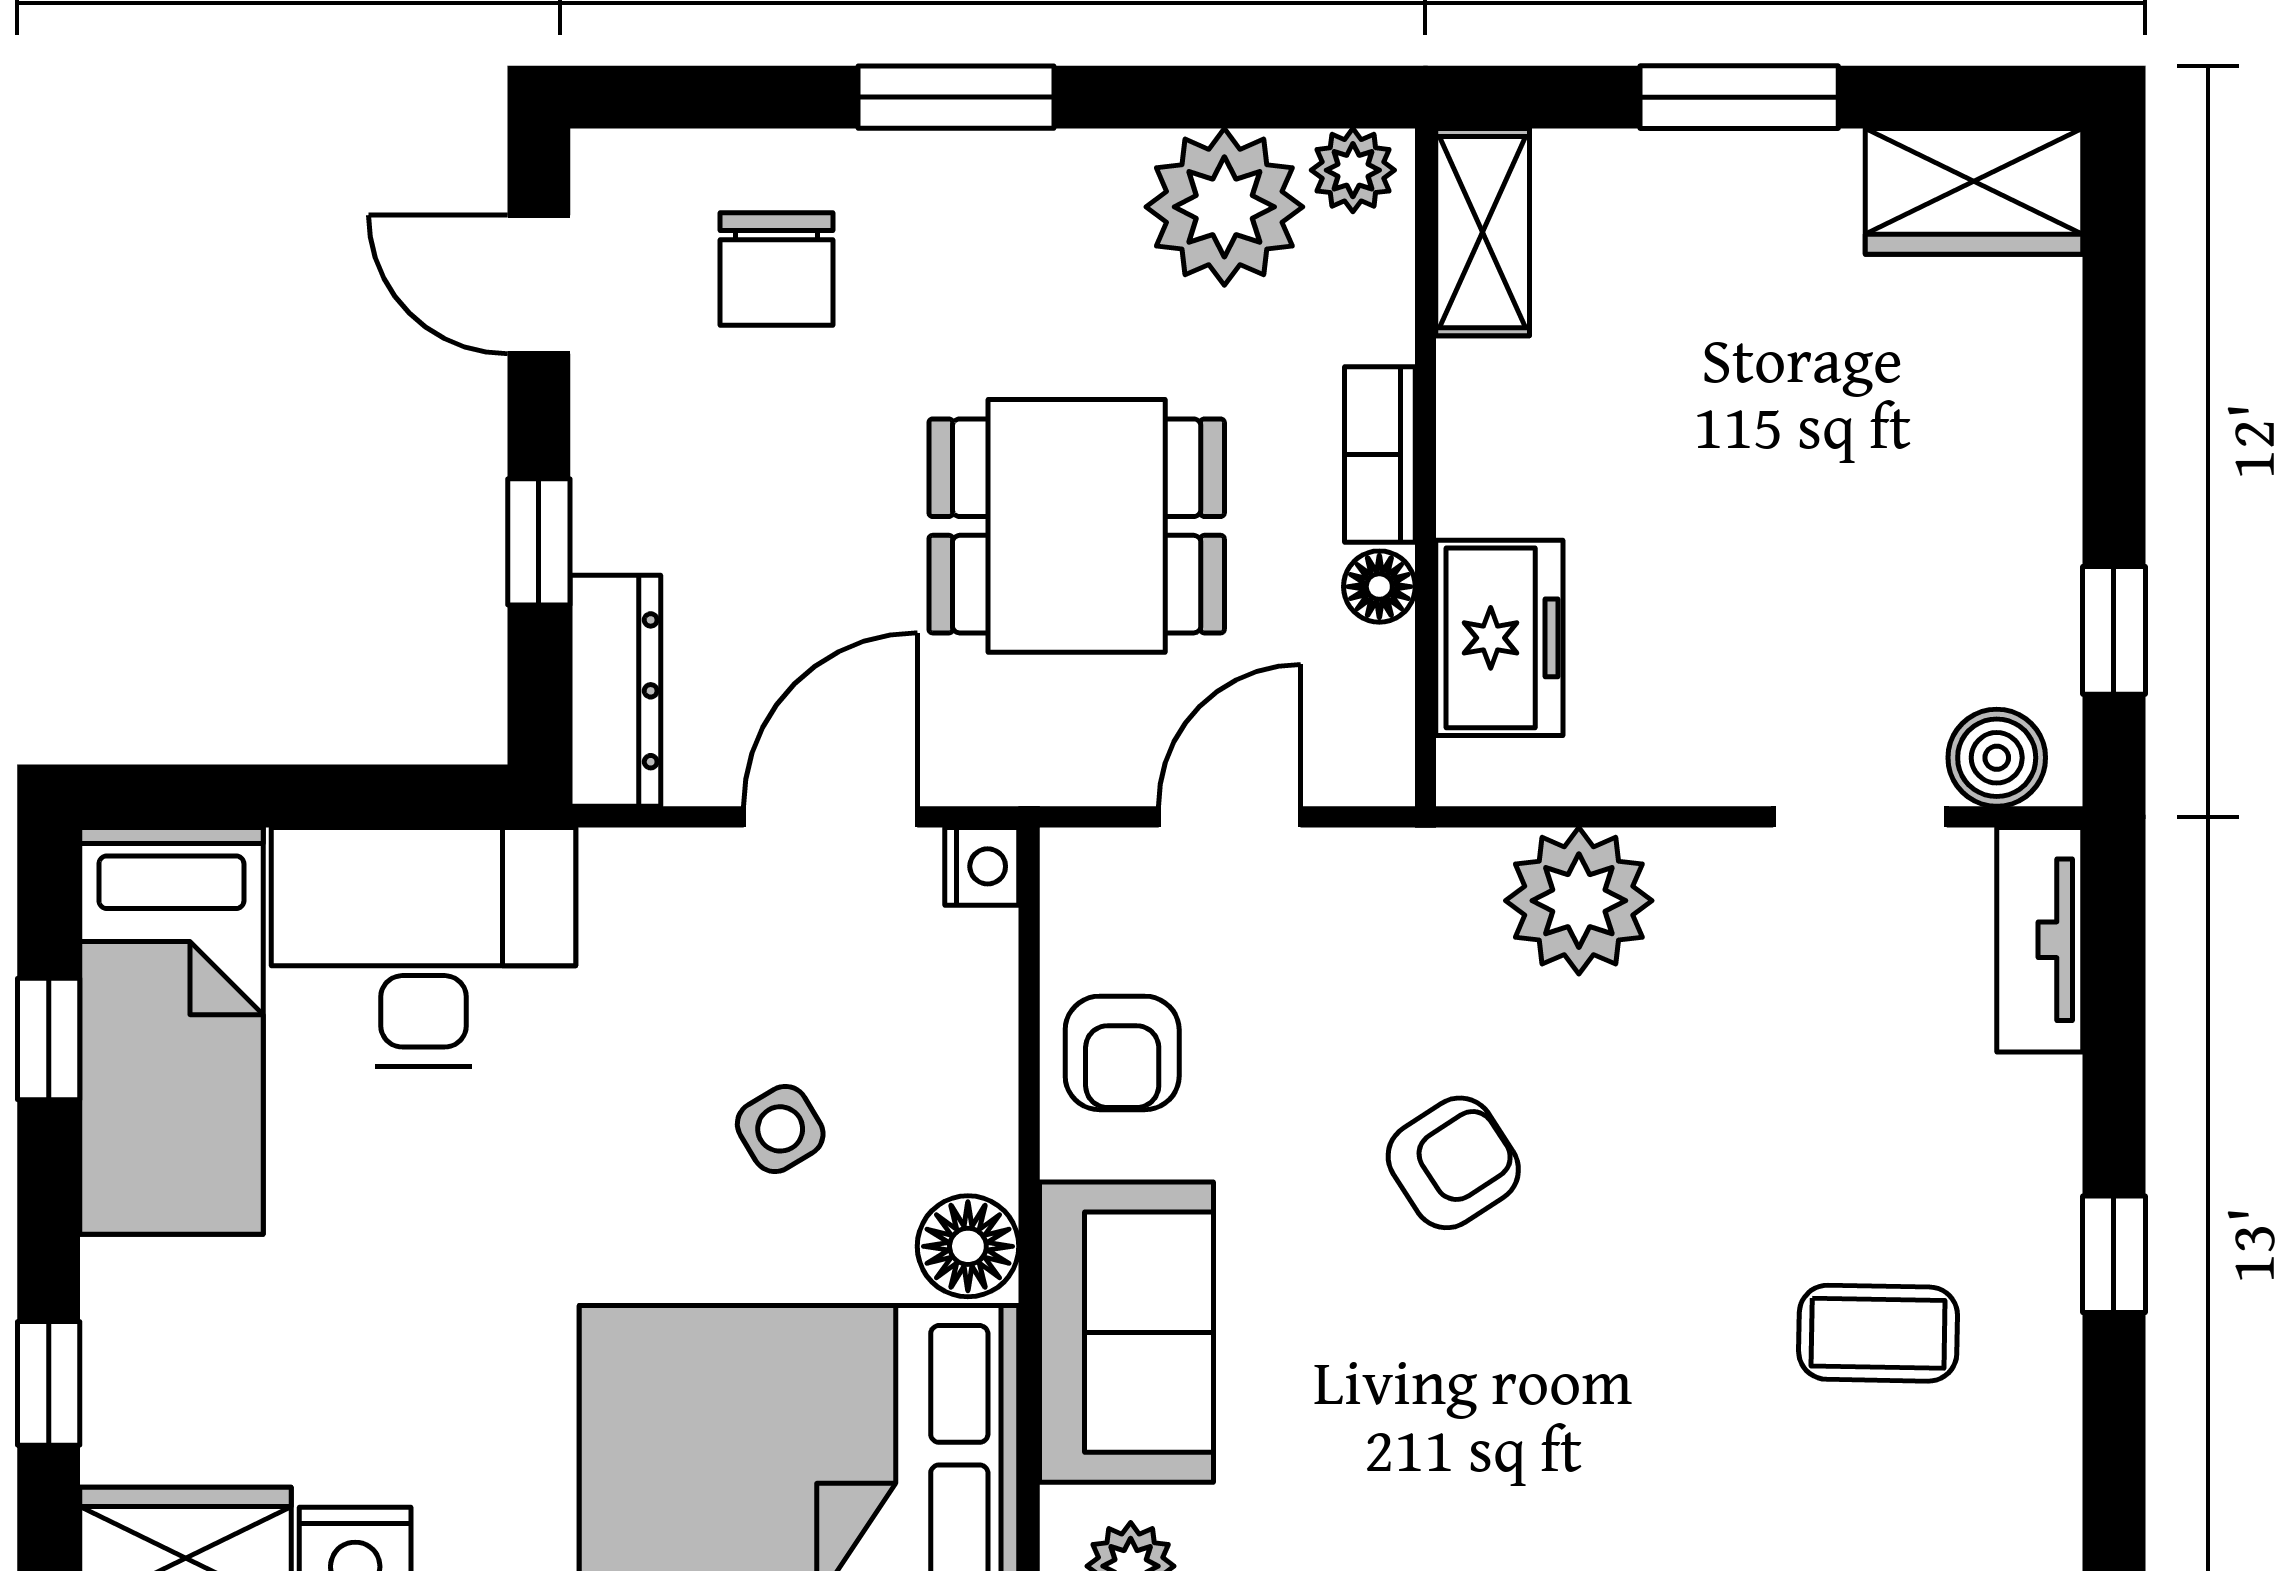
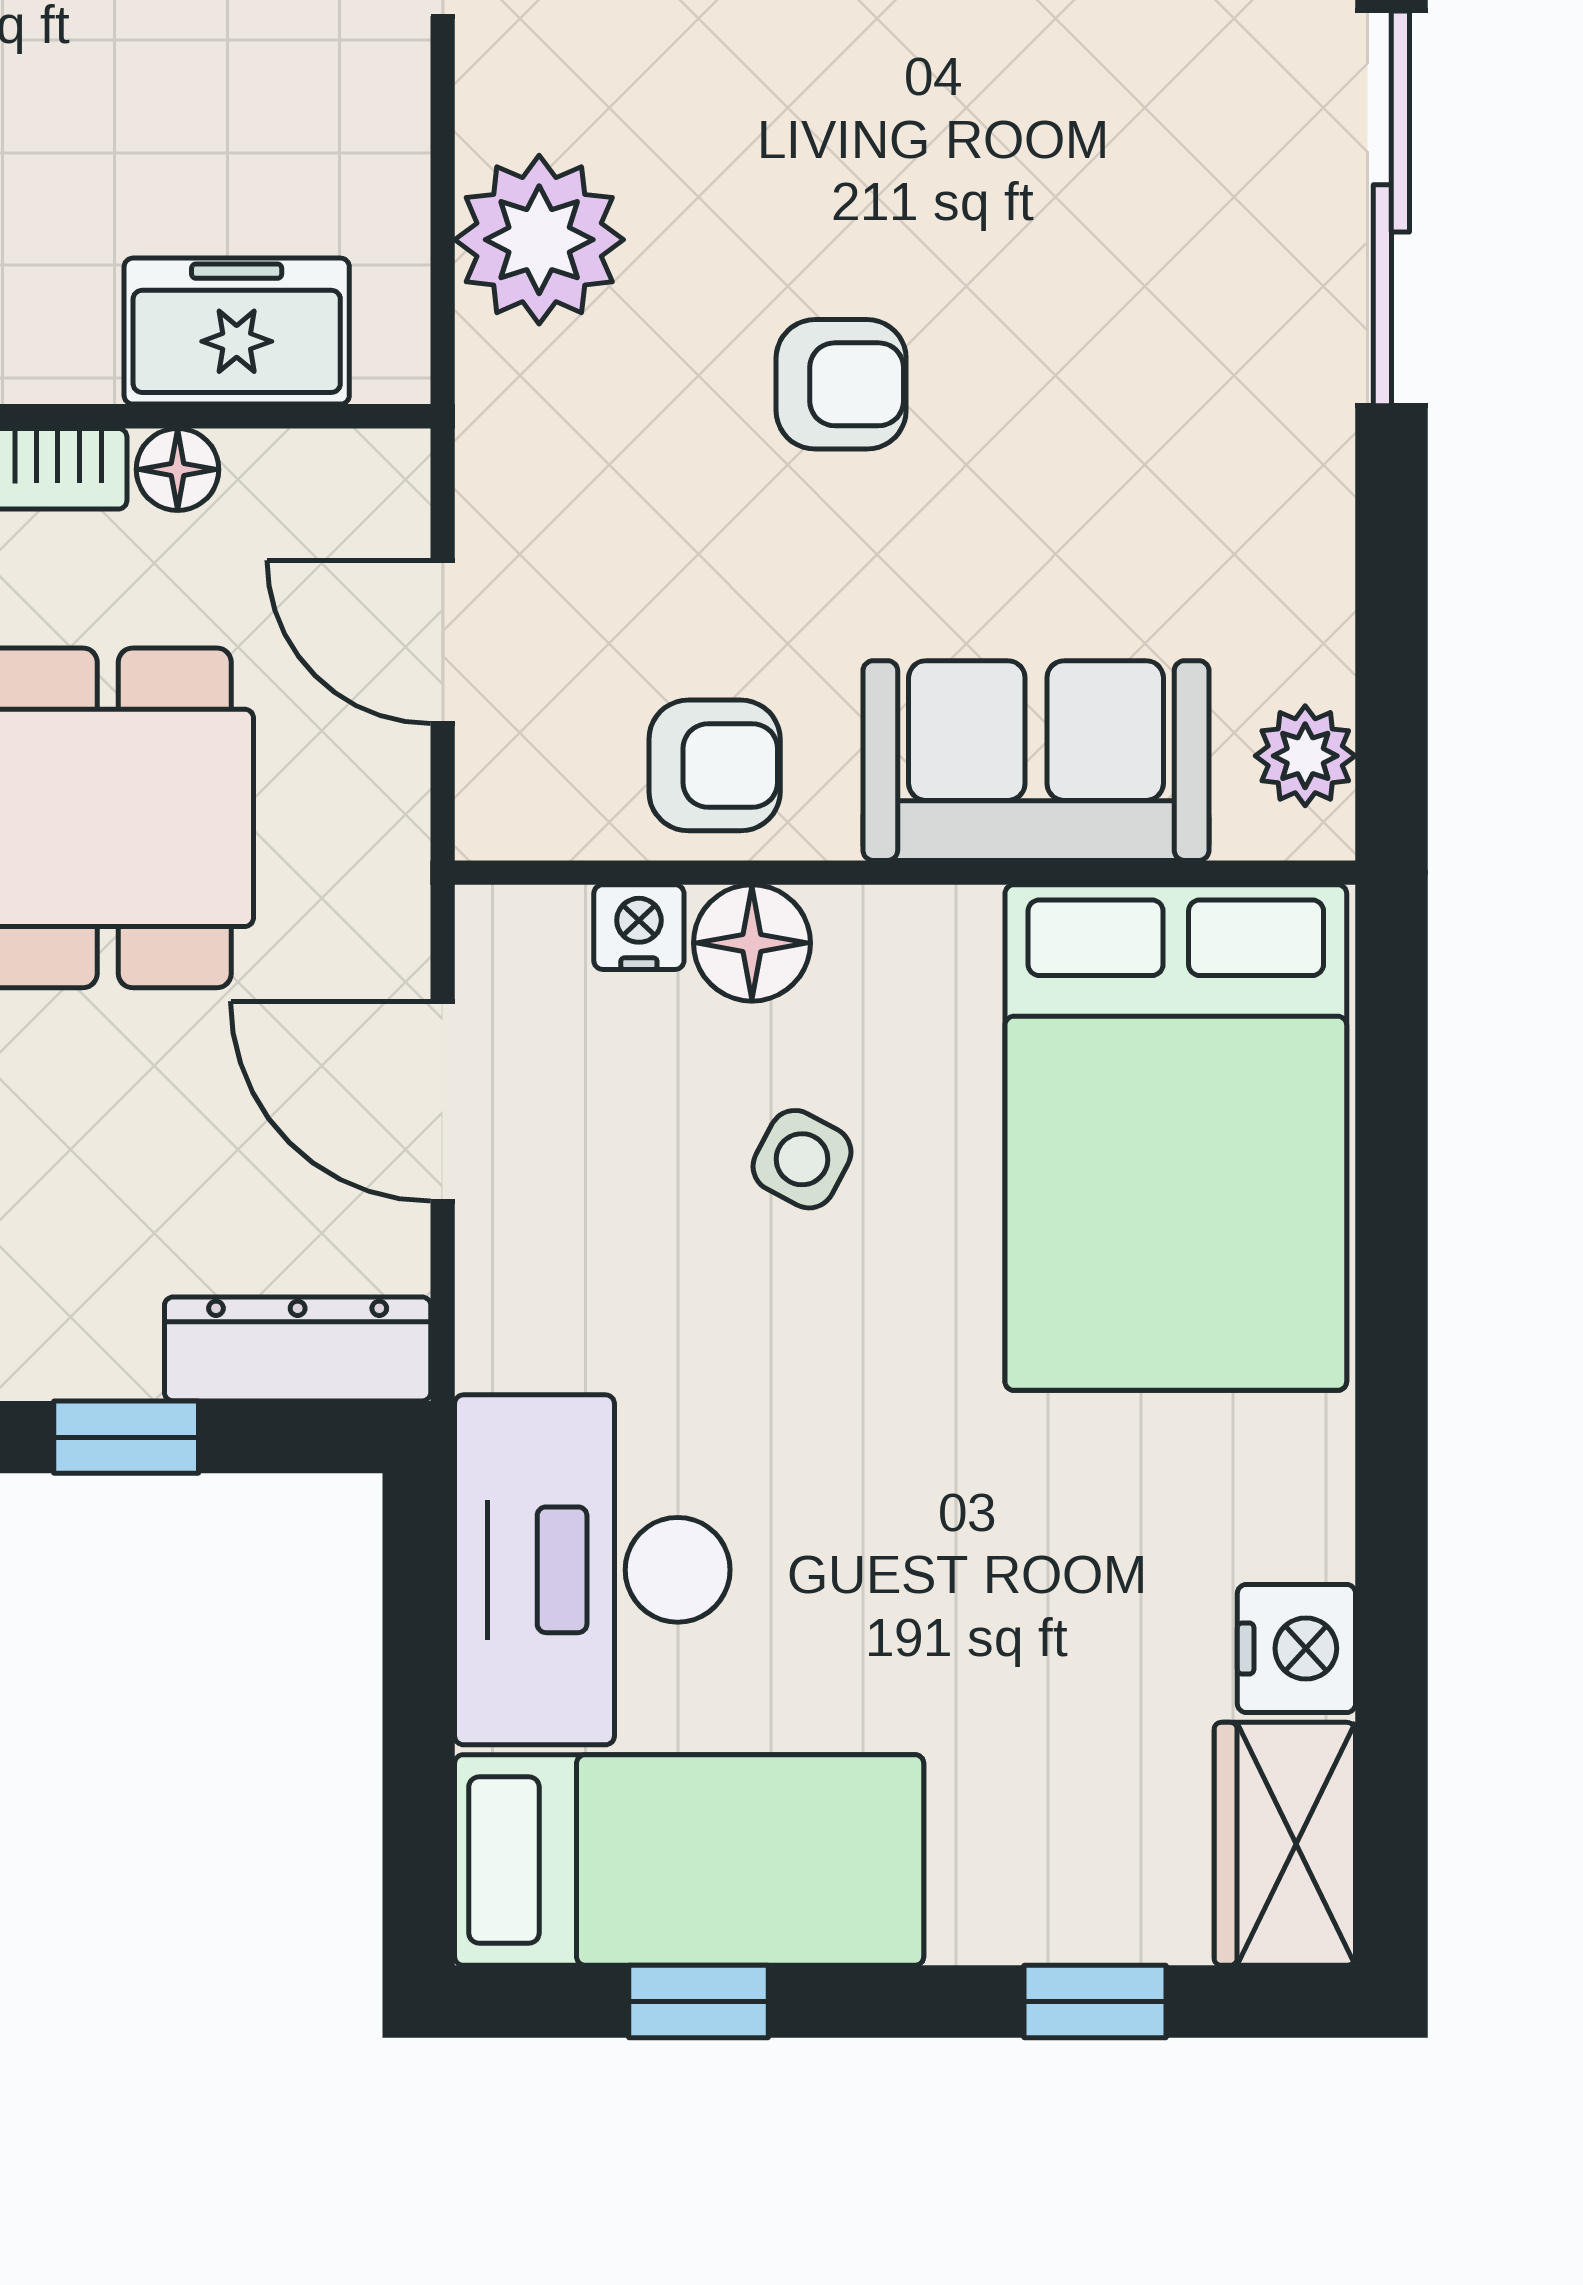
nightstand: (982, 866) -> (639, 927), moved
side table: (780, 1129) -> (802, 1159), turned -31
armchair: (1453, 1163) -> (841, 384), turned 123
floor lamp: (968, 1246) -> (752, 943), moved

